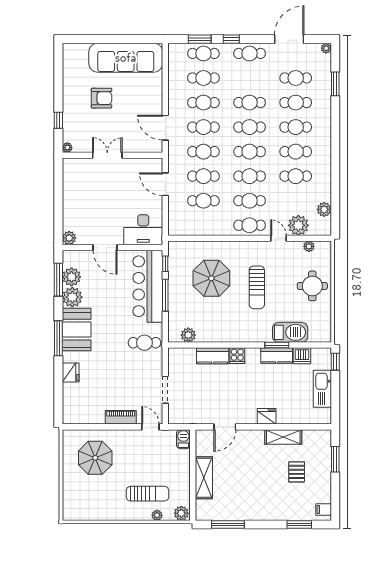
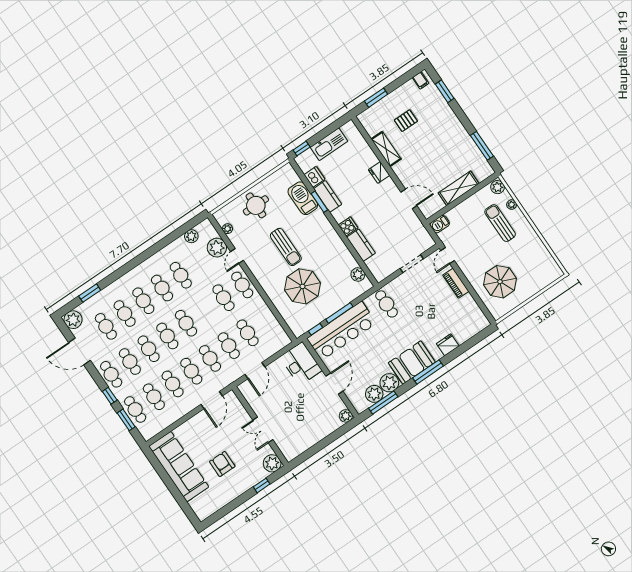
plant: (326, 48) -> (73, 320), width x1.87, depth x1.87
plant: (67, 148) -> (272, 463), width x1.88, depth x1.88
cafe table: (250, 176) -> (130, 362), moved
sun lounger: (257, 287) -> (286, 247), turned 90

